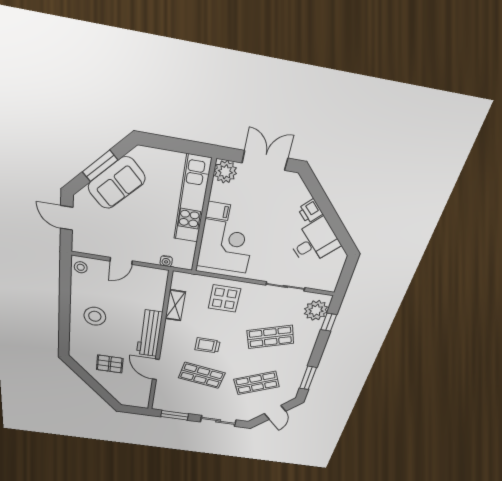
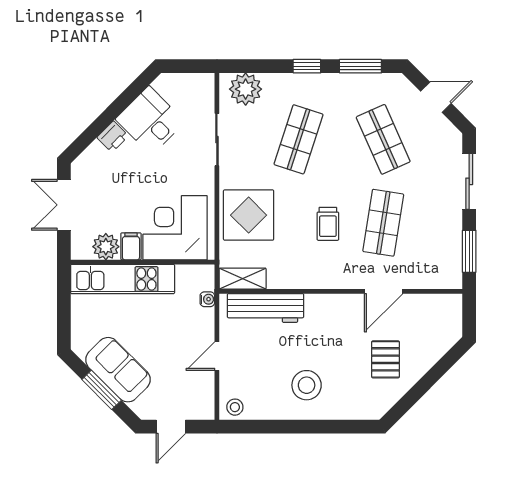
plant: (225, 172) -> (106, 247), moved
door: (121, 261) -> (217, 356), swing flipped
display table: (224, 298) -> (249, 215), width x1.36, depth x1.36
shelving: (175, 305) -> (243, 279), moved
window: (329, 322) -> (307, 66), moved
workbench: (149, 333) -> (265, 308), moved
shop shelf: (270, 337) -> (298, 139), turned 36

